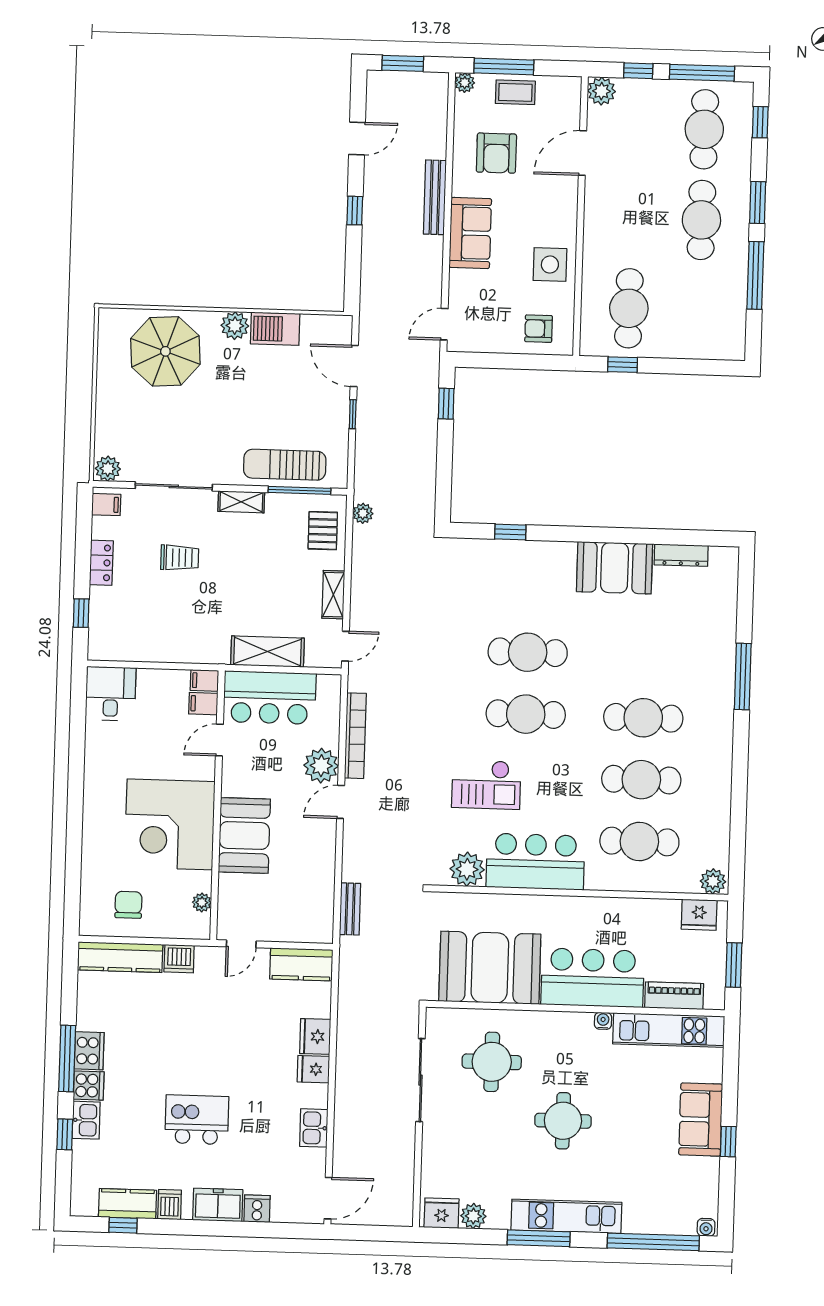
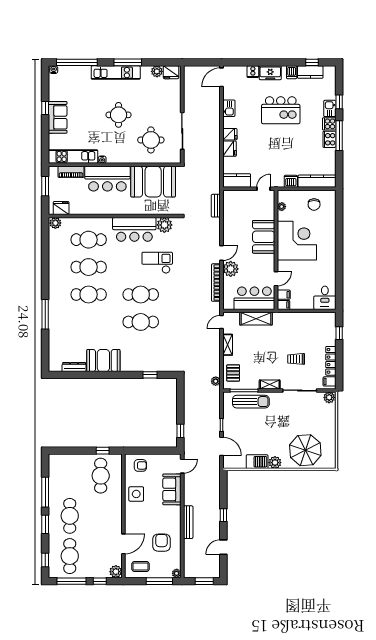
coffee table: (515, 92) -> (141, 567), moved
sofa: (470, 233) -> (172, 489), moved
locker: (101, 563) -> (331, 361), width x1.53
kitchen island: (197, 1120) -> (281, 110), width x1.37, depth x1.28

